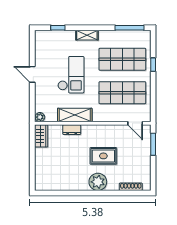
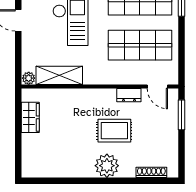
shelving: (75, 115) -> (59, 75), moved
dresser: (72, 130) -> (129, 95), moved
wardrobe: (41, 136) -> (30, 117), moved

